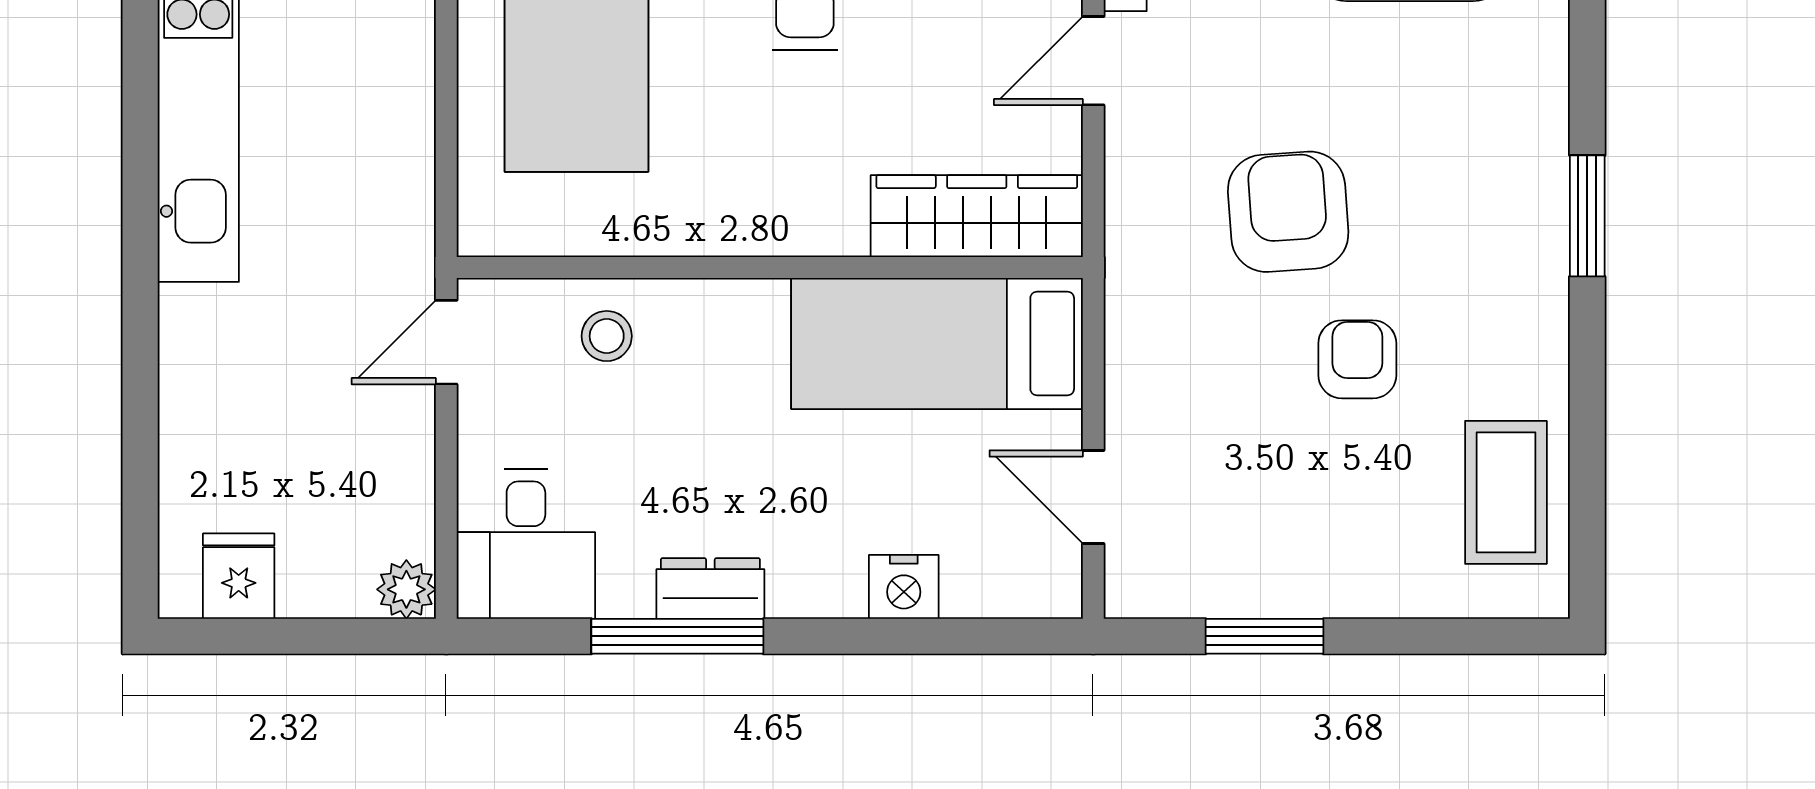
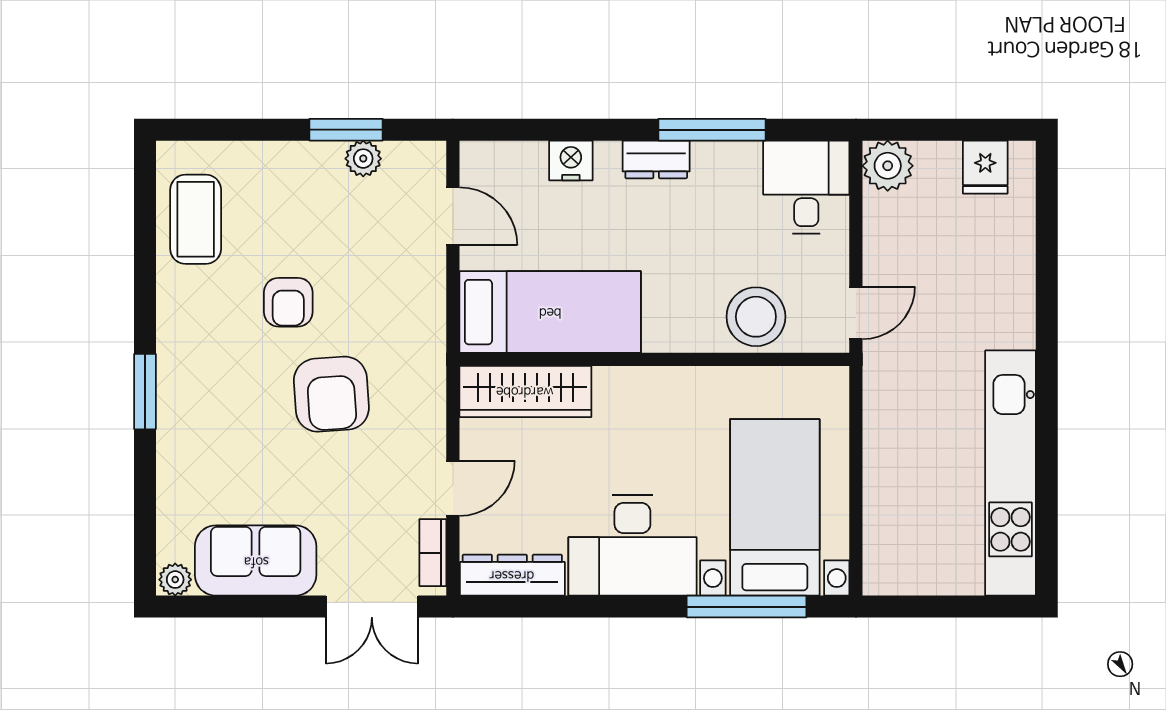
stool: (607, 336) -> (756, 317), width x1.89, depth x1.89
dresser: (710, 588) -> (656, 159), moved
plant: (406, 589) -> (888, 166), width x1.38, depth x1.38
plant: (1237, 590) -> (363, 159), added

